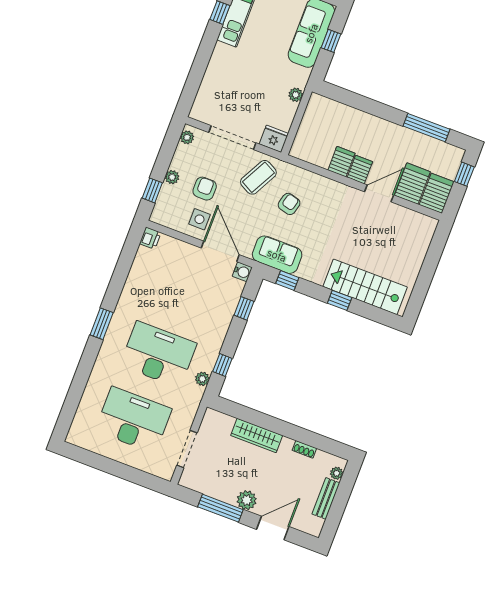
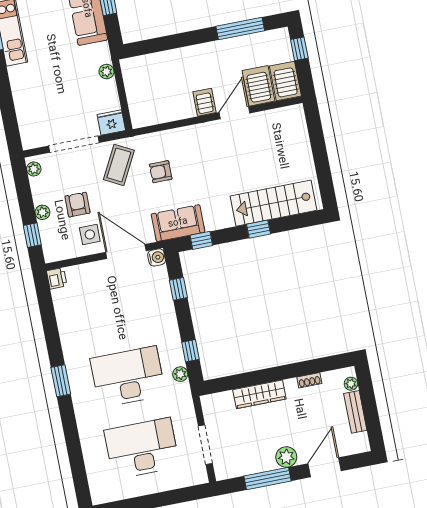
server rack: (341, 162) -> (184, 105), removed
armchair: (289, 204) -> (161, 172), turned -105

